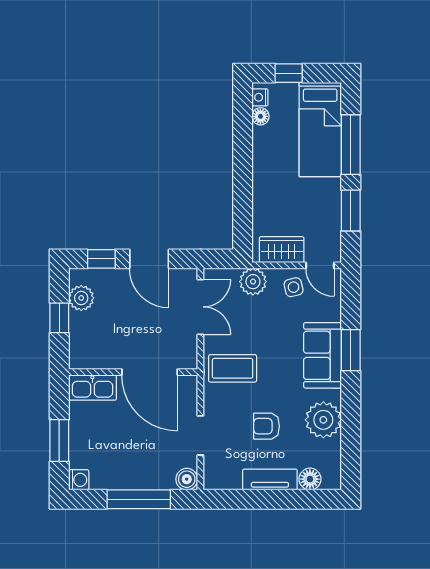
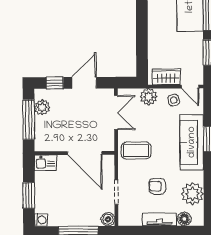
door: (149, 259) -> (84, 83), swing flipped
window: (59, 318) -> (29, 120), width x2.17
sofa: (323, 355) -> (192, 142), width x1.36
kitchen sink: (92, 387) -> (45, 163), width x0.73
plant: (323, 420) -> (192, 194), moved

